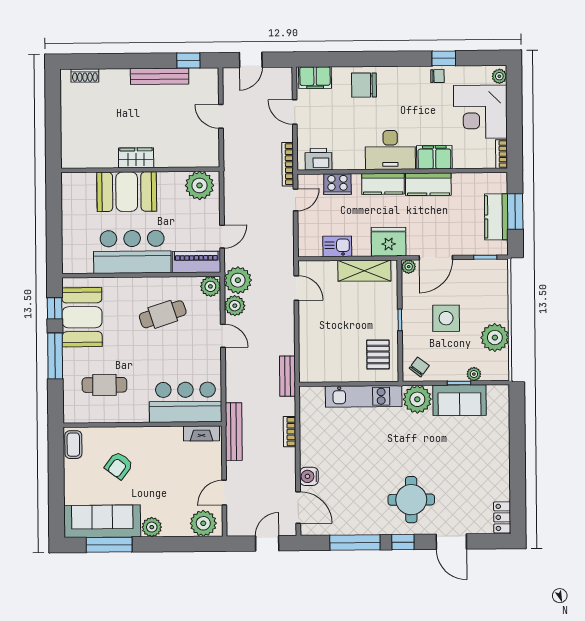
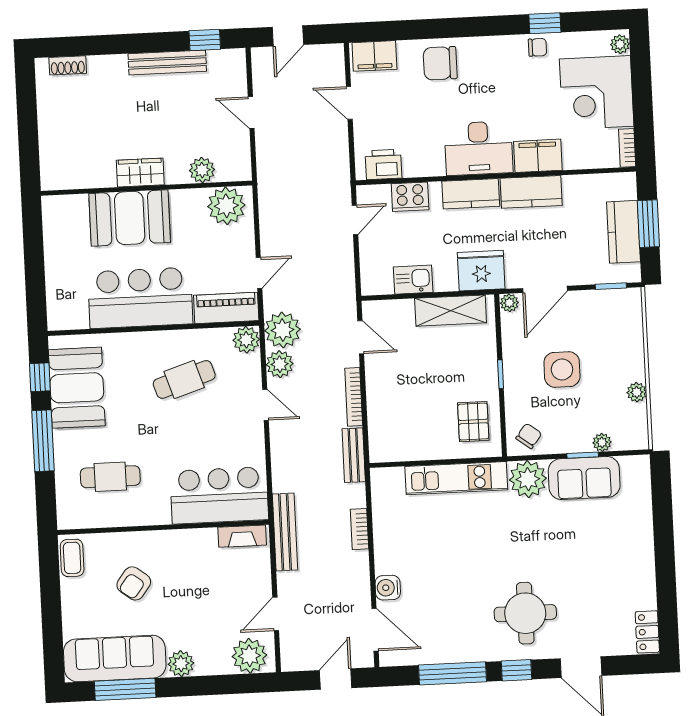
plant: (182, 158) -> (202, 170), added
bookcase: (288, 164) -> (354, 397), moved
plant: (495, 338) -> (637, 392), width x0.53, depth x0.53

